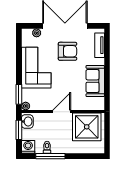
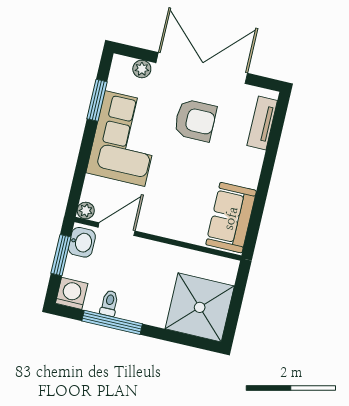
sofa: (95, 81) -> (231, 218), moved
window: (19, 94) -> (97, 100), moved
door: (62, 111) -> (117, 229), moved
shower: (87, 127) -> (200, 307), moved

